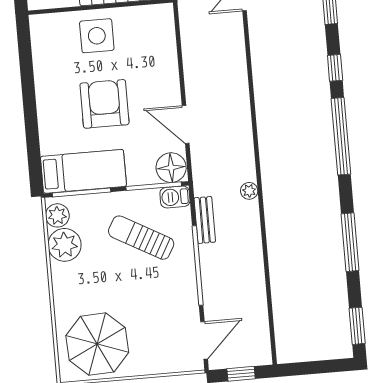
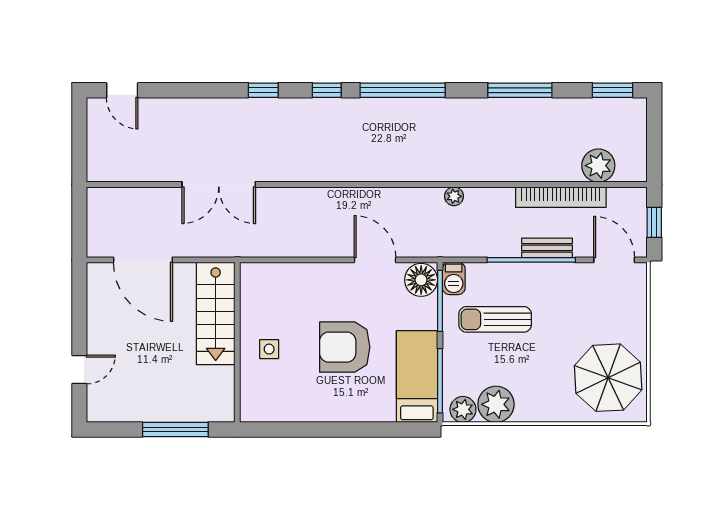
side table: (97, 36) -> (269, 349), width x0.54, depth x0.54
door: (186, 124) -> (375, 260), swing flipped
bench: (205, 220) -> (547, 248), moved
sun lounger: (141, 238) -> (495, 319), turned 61
bookcase: (257, 287) -> (561, 197), added
plant: (288, 319) -> (598, 166), added

